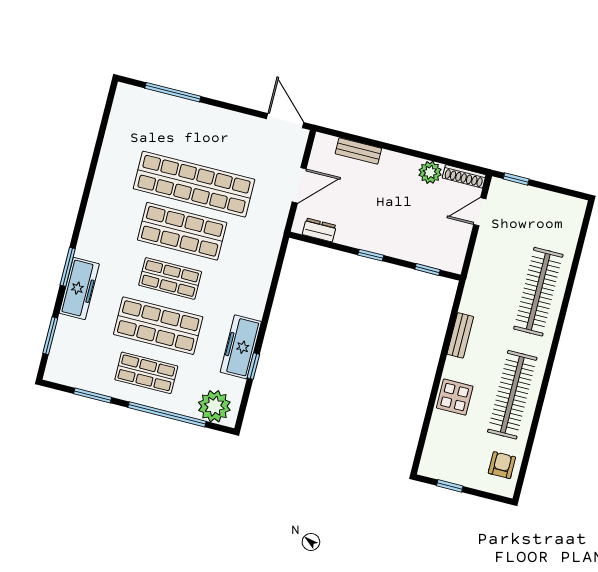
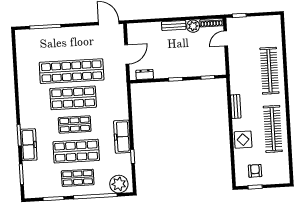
bench: (358, 151) -> (174, 26), moved
freezer: (241, 347) -> (122, 137), moved
armchair: (502, 465) -> (255, 171), moved

